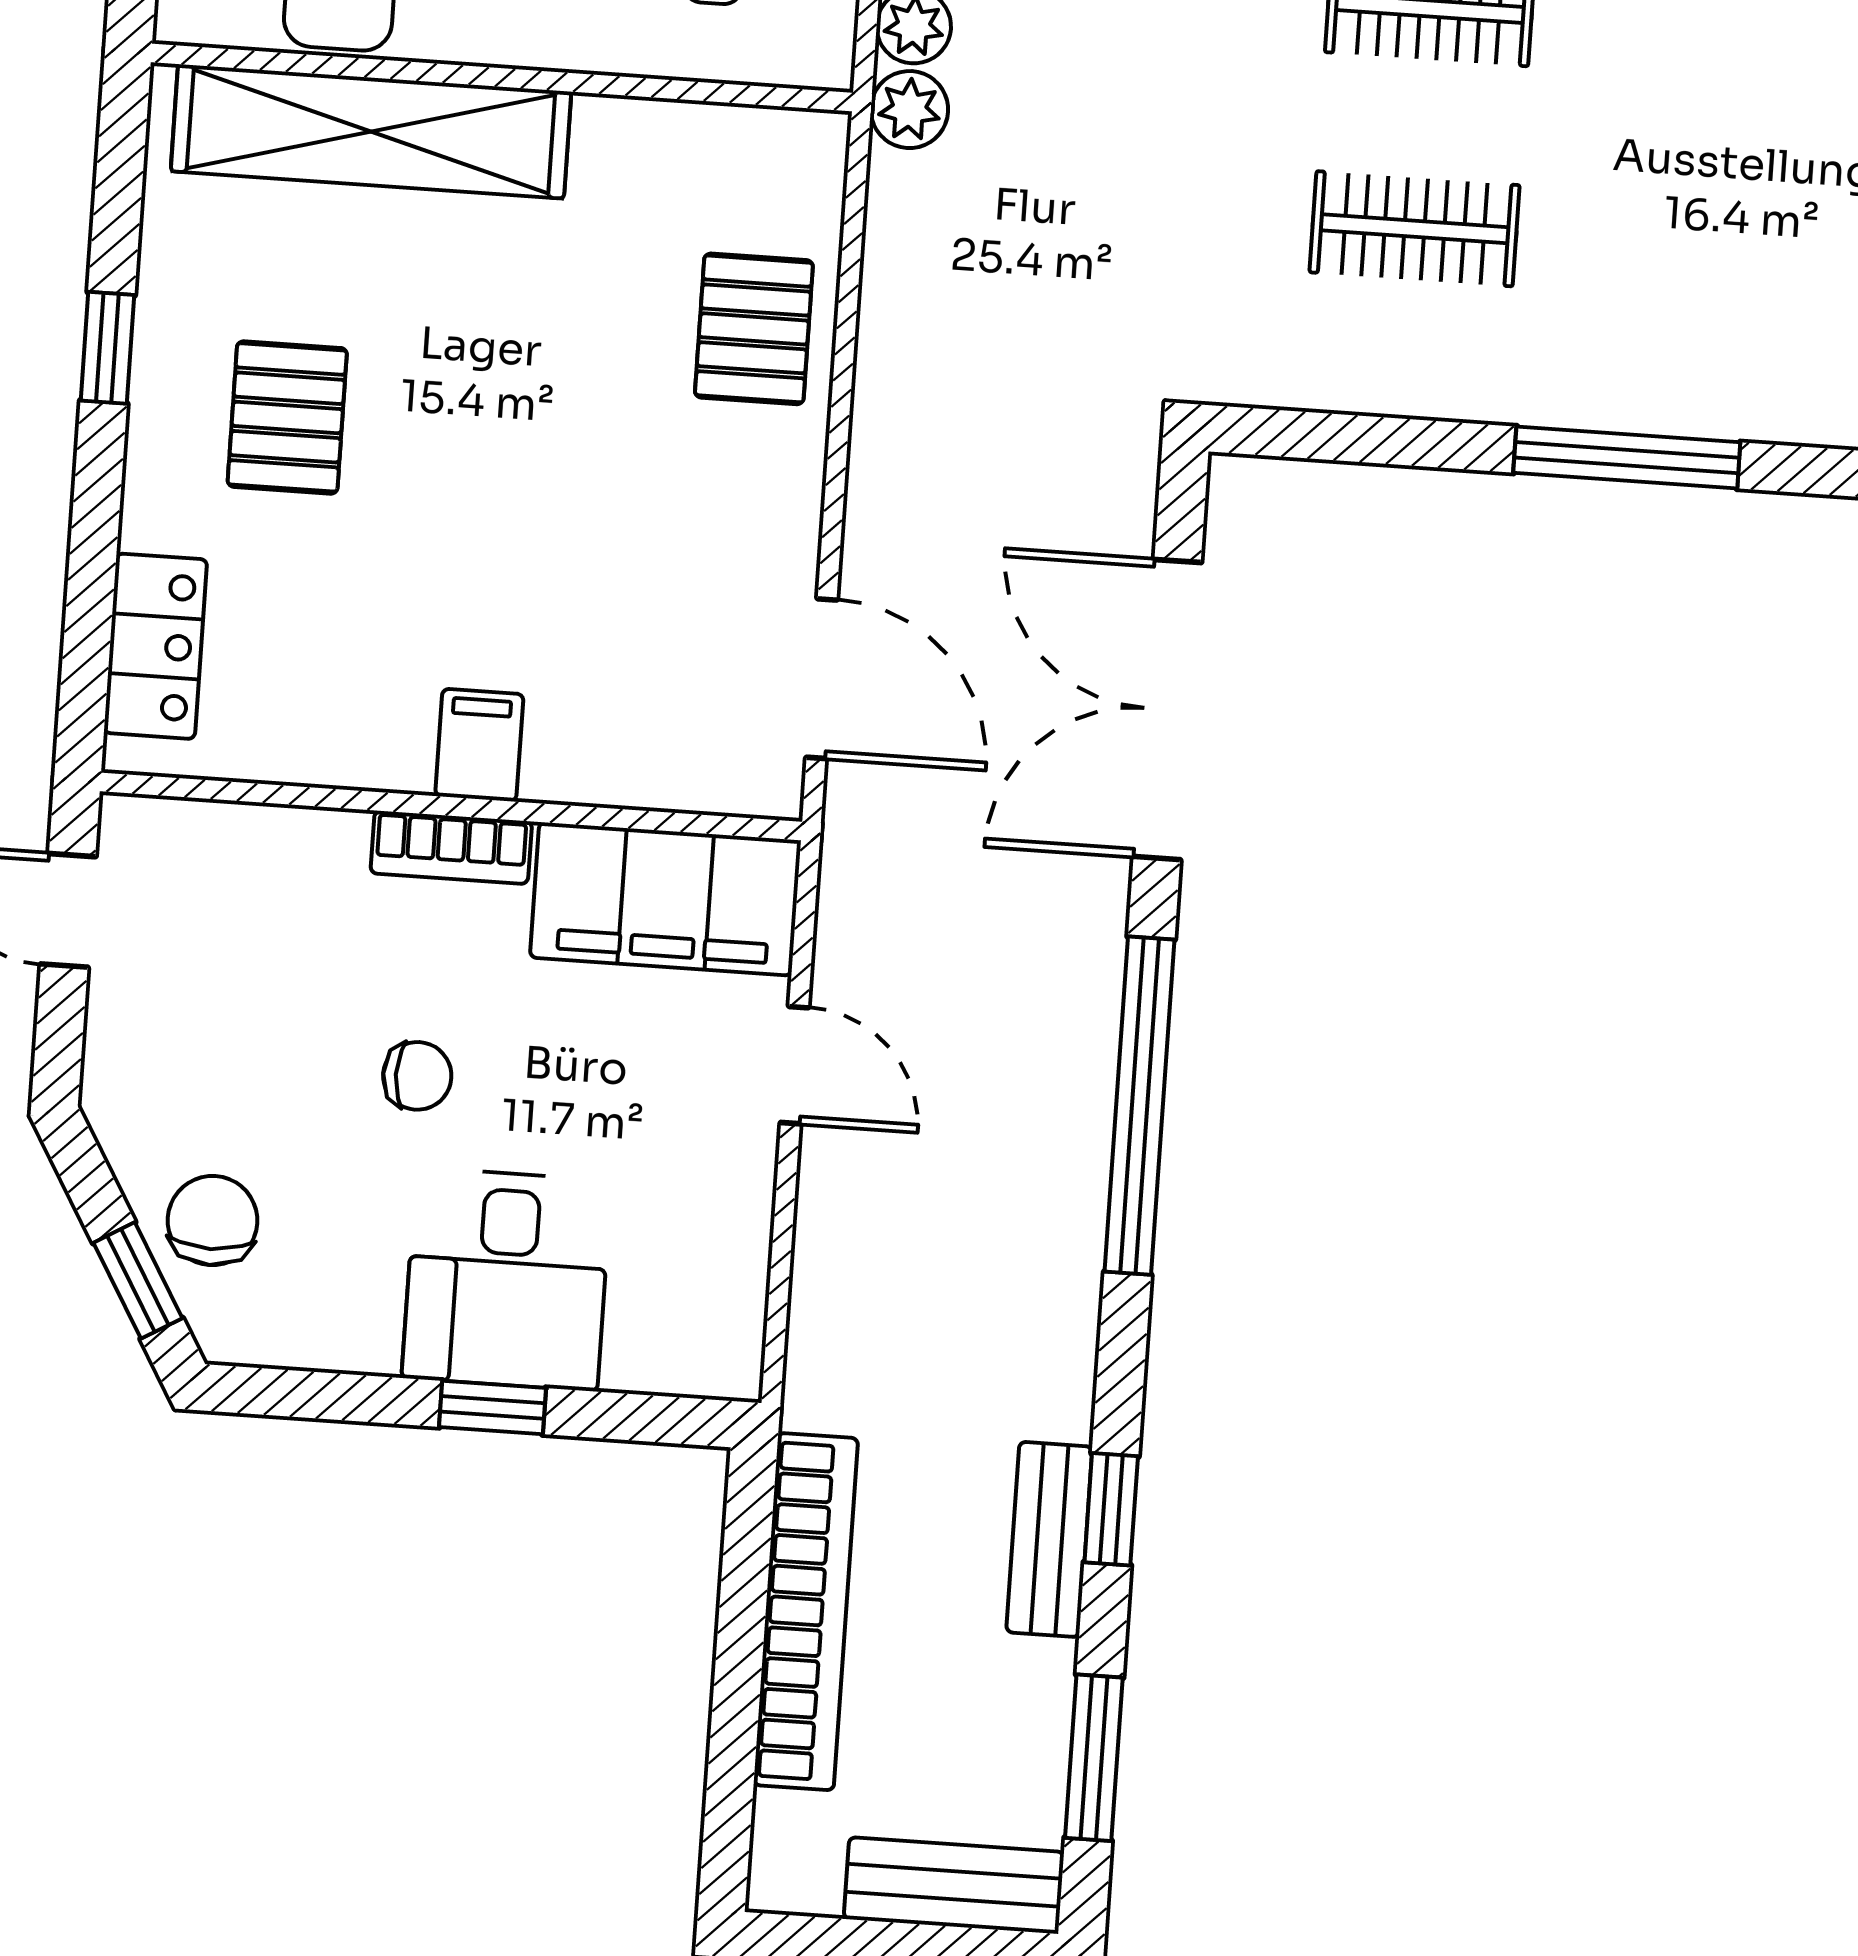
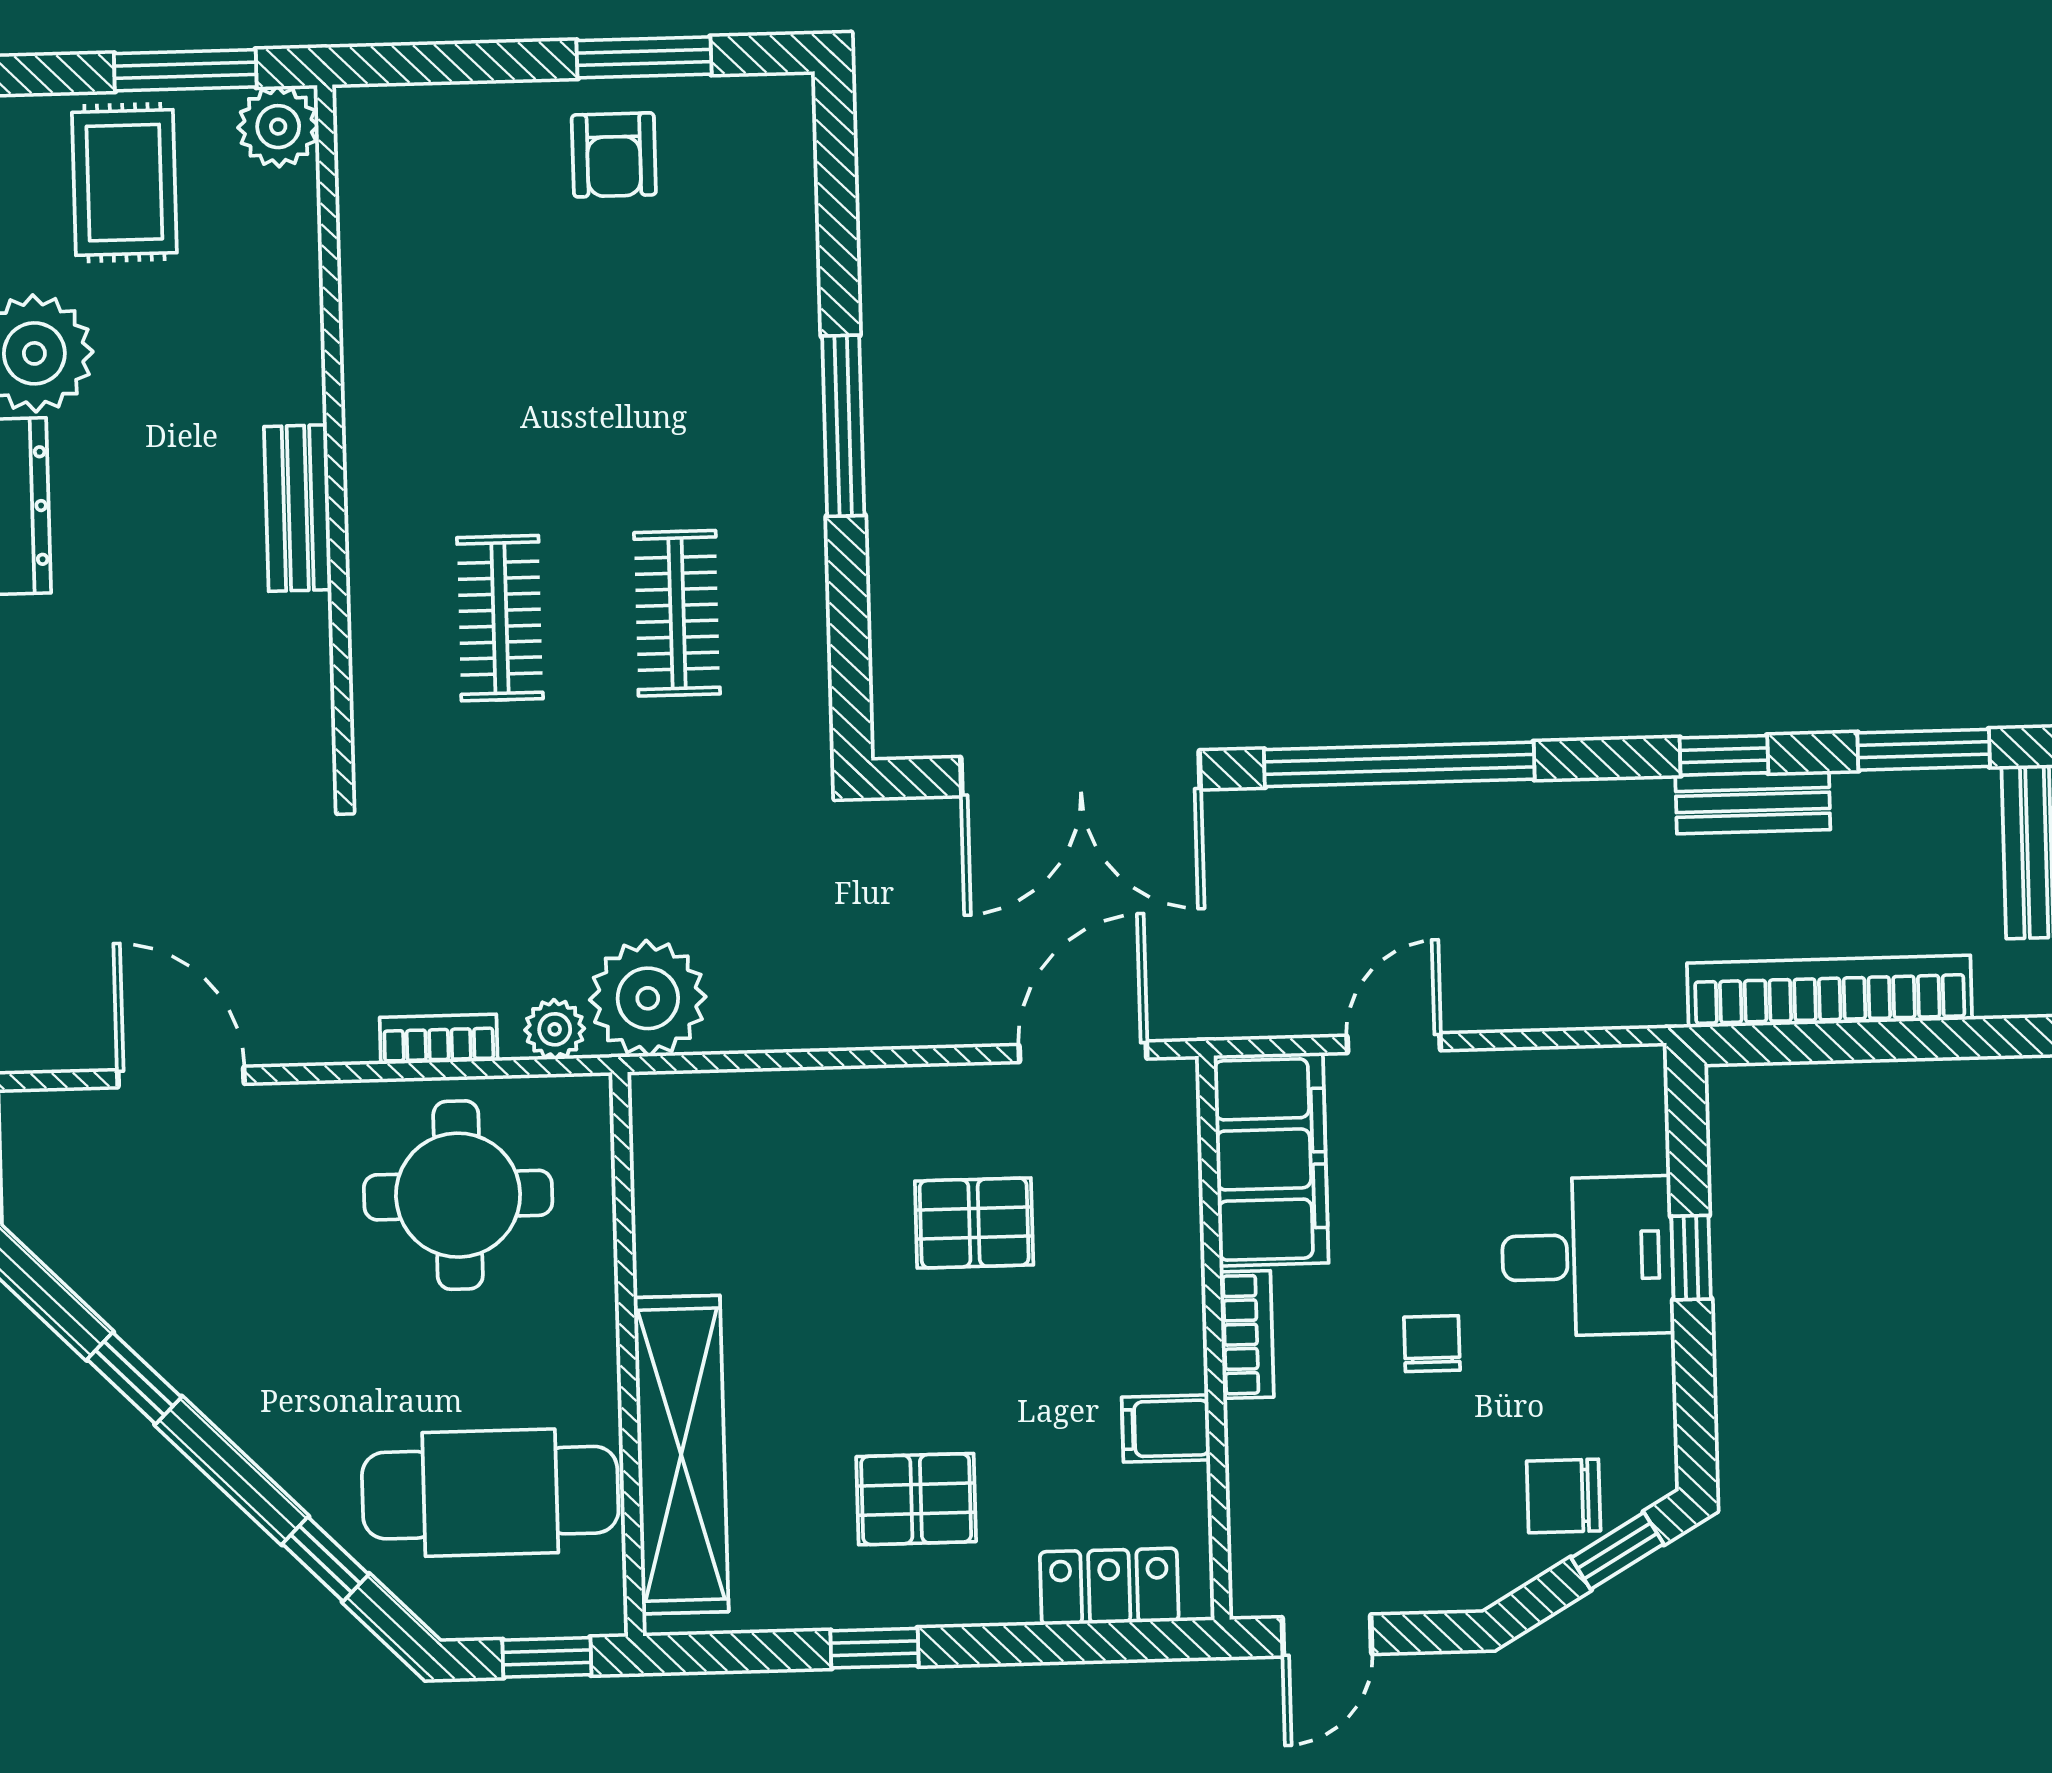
plant: (909, 110) -> (648, 998), width x1.88, depth x1.88
pallet: (754, 329) -> (974, 1223), moved
filing cabinet: (479, 745) -> (1166, 1428), moved

